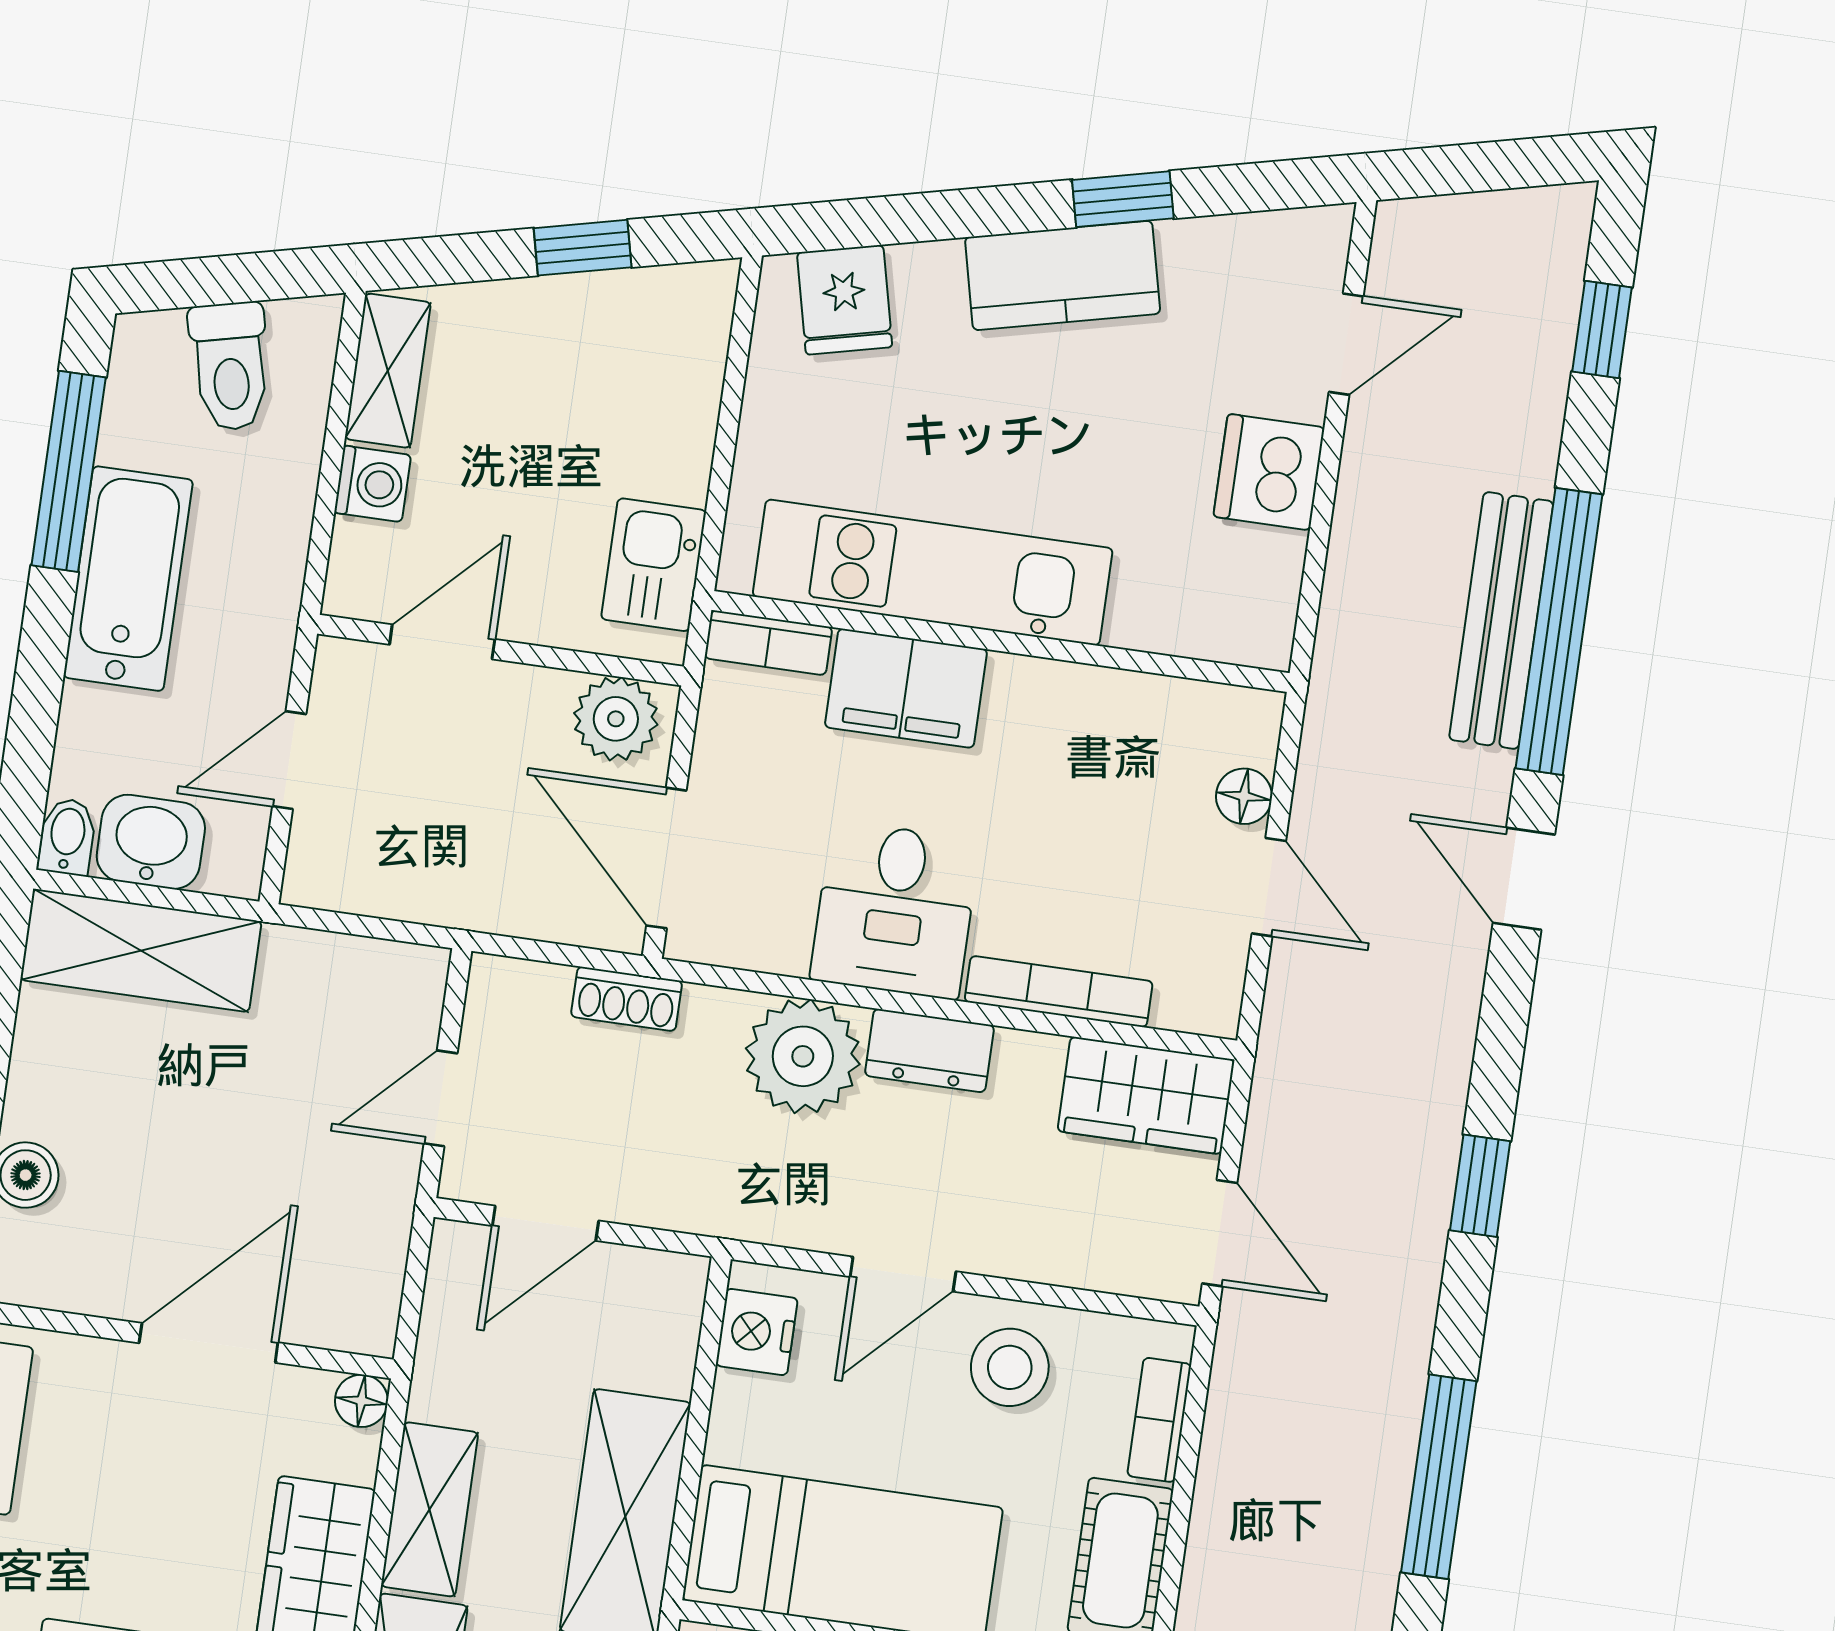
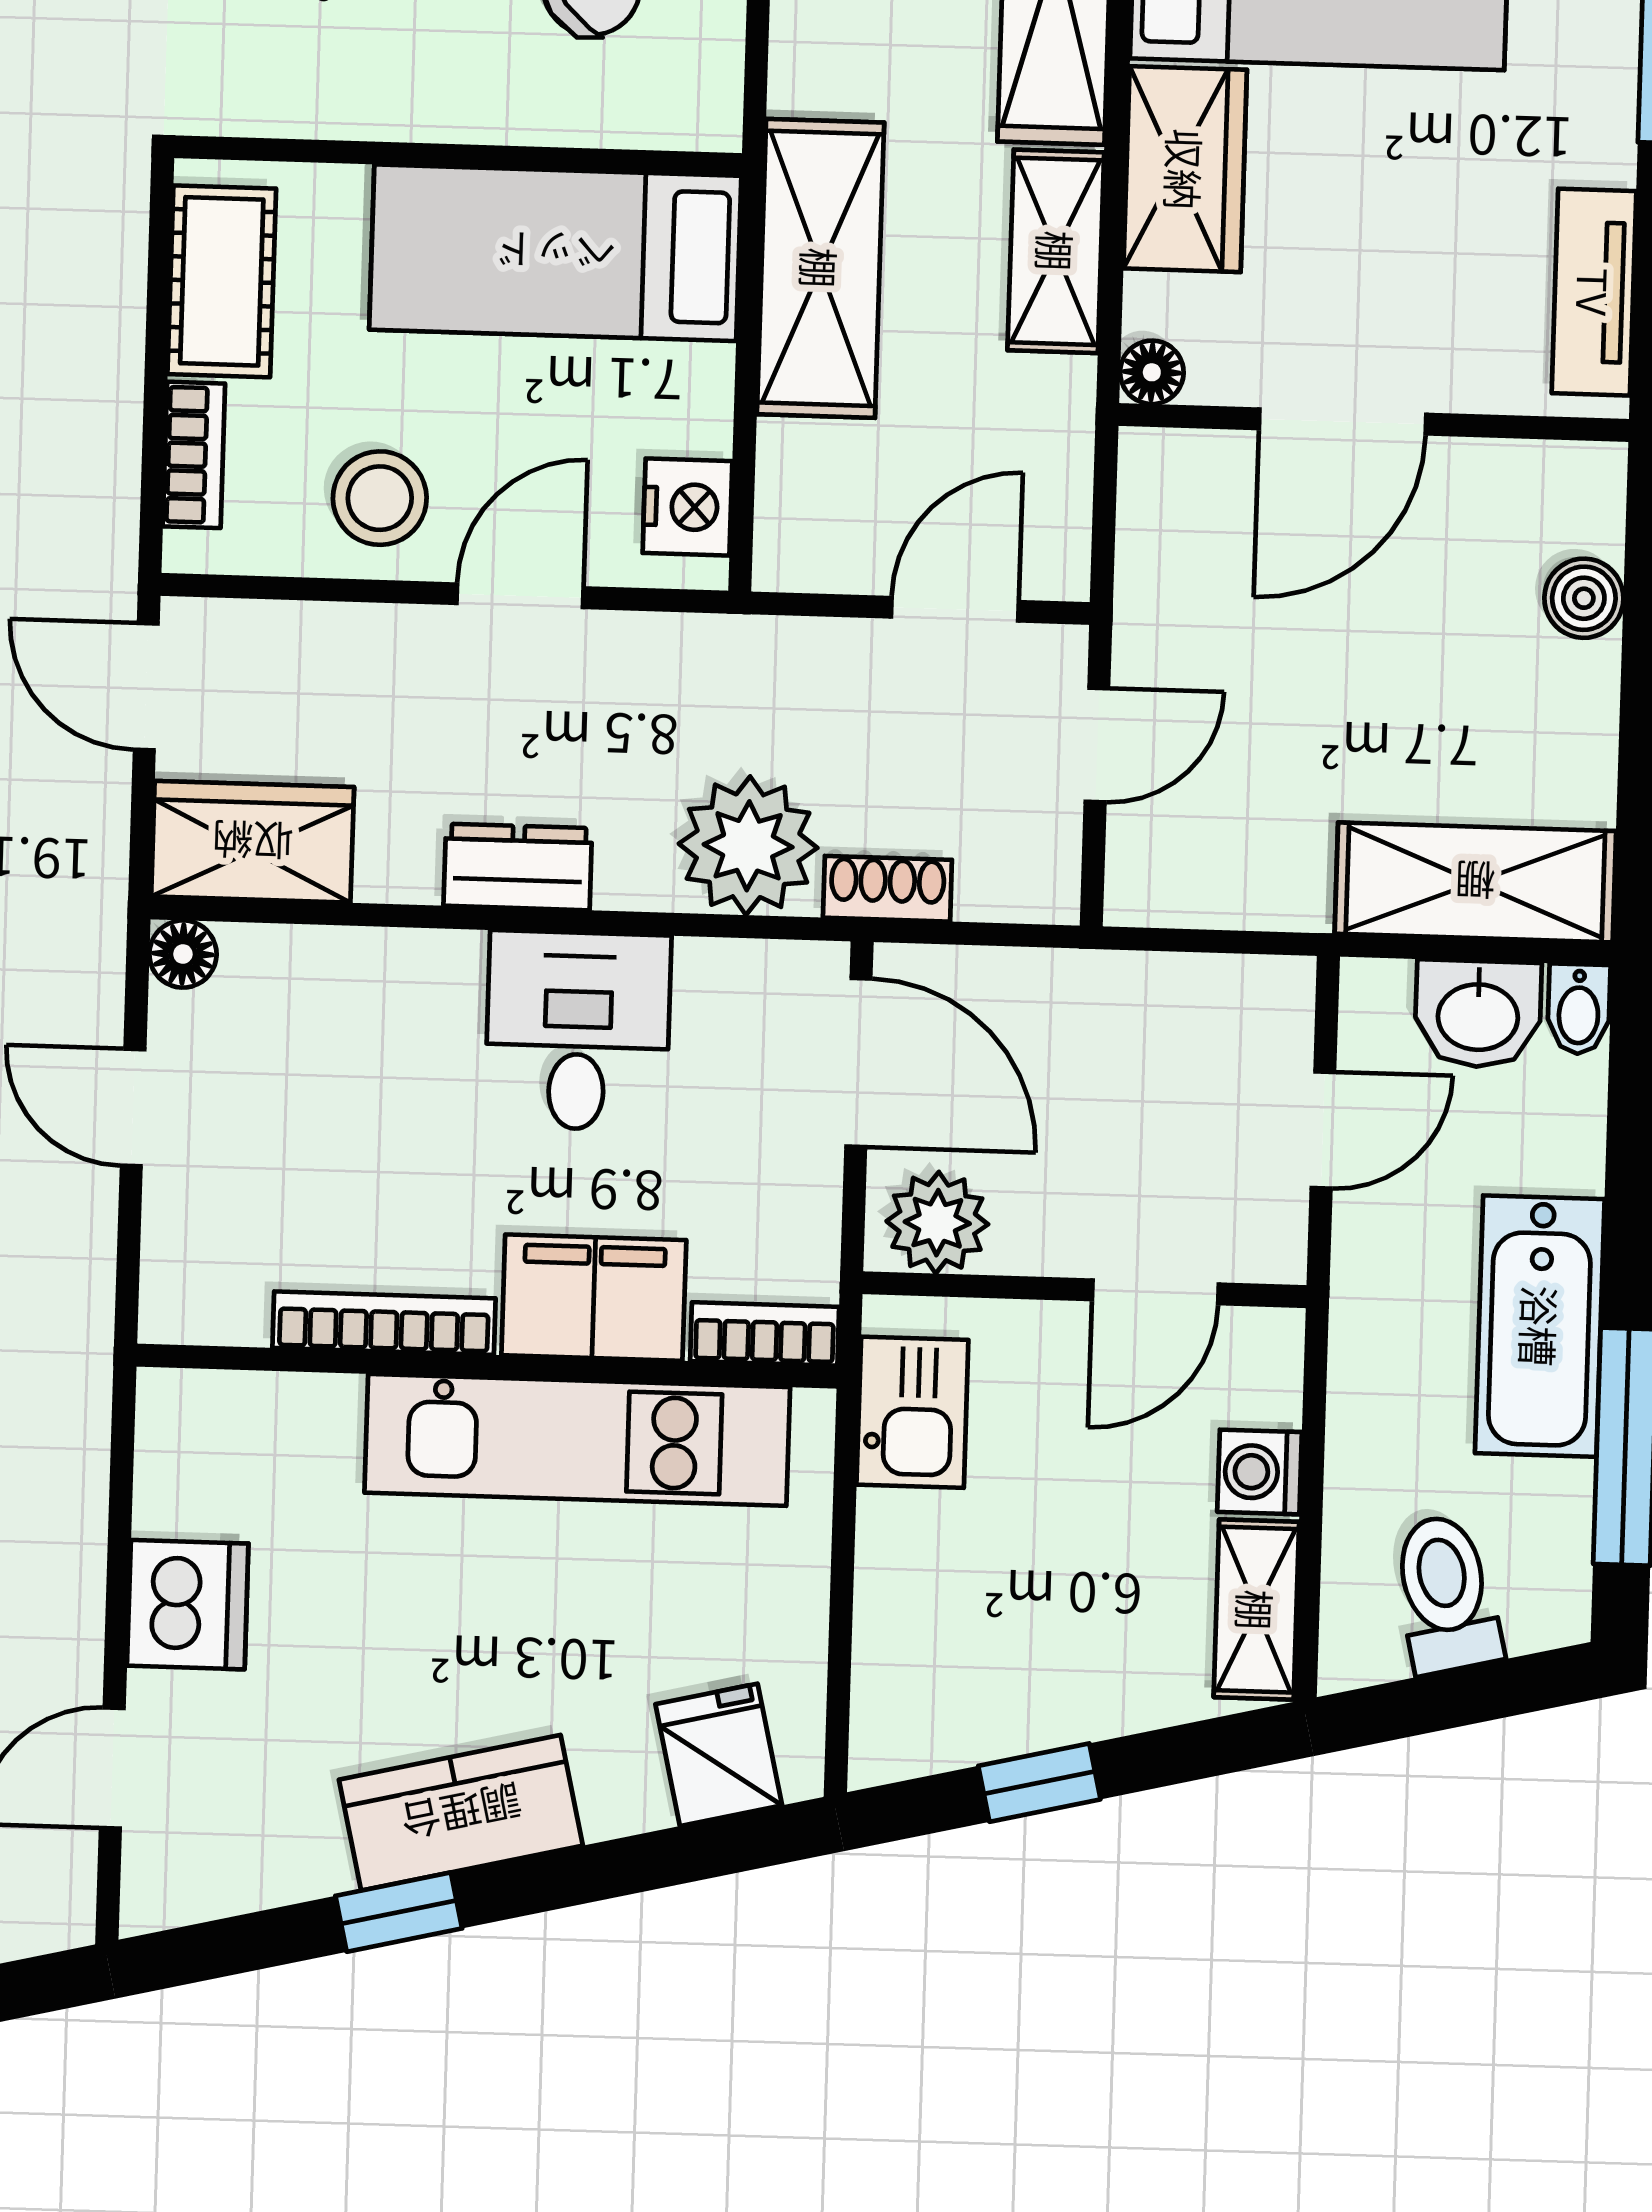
floor lamp: (1244, 796) -> (183, 954), moved
bookcase: (1059, 992) -> (384, 1323), moved, turned 180
plant: (803, 1056) -> (748, 846), moved

